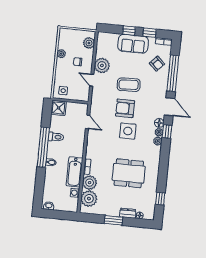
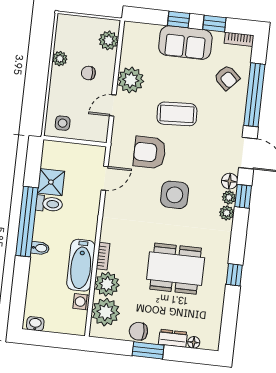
door: (92, 80) -> (113, 105), hinge flipped
shower: (59, 108) -> (51, 182), moved
armchair: (125, 108) -> (150, 152), moved
door: (88, 122) -> (105, 178), hinge flipped
window: (160, 199) -> (234, 275), moved
chair: (108, 209) -> (138, 331), added

